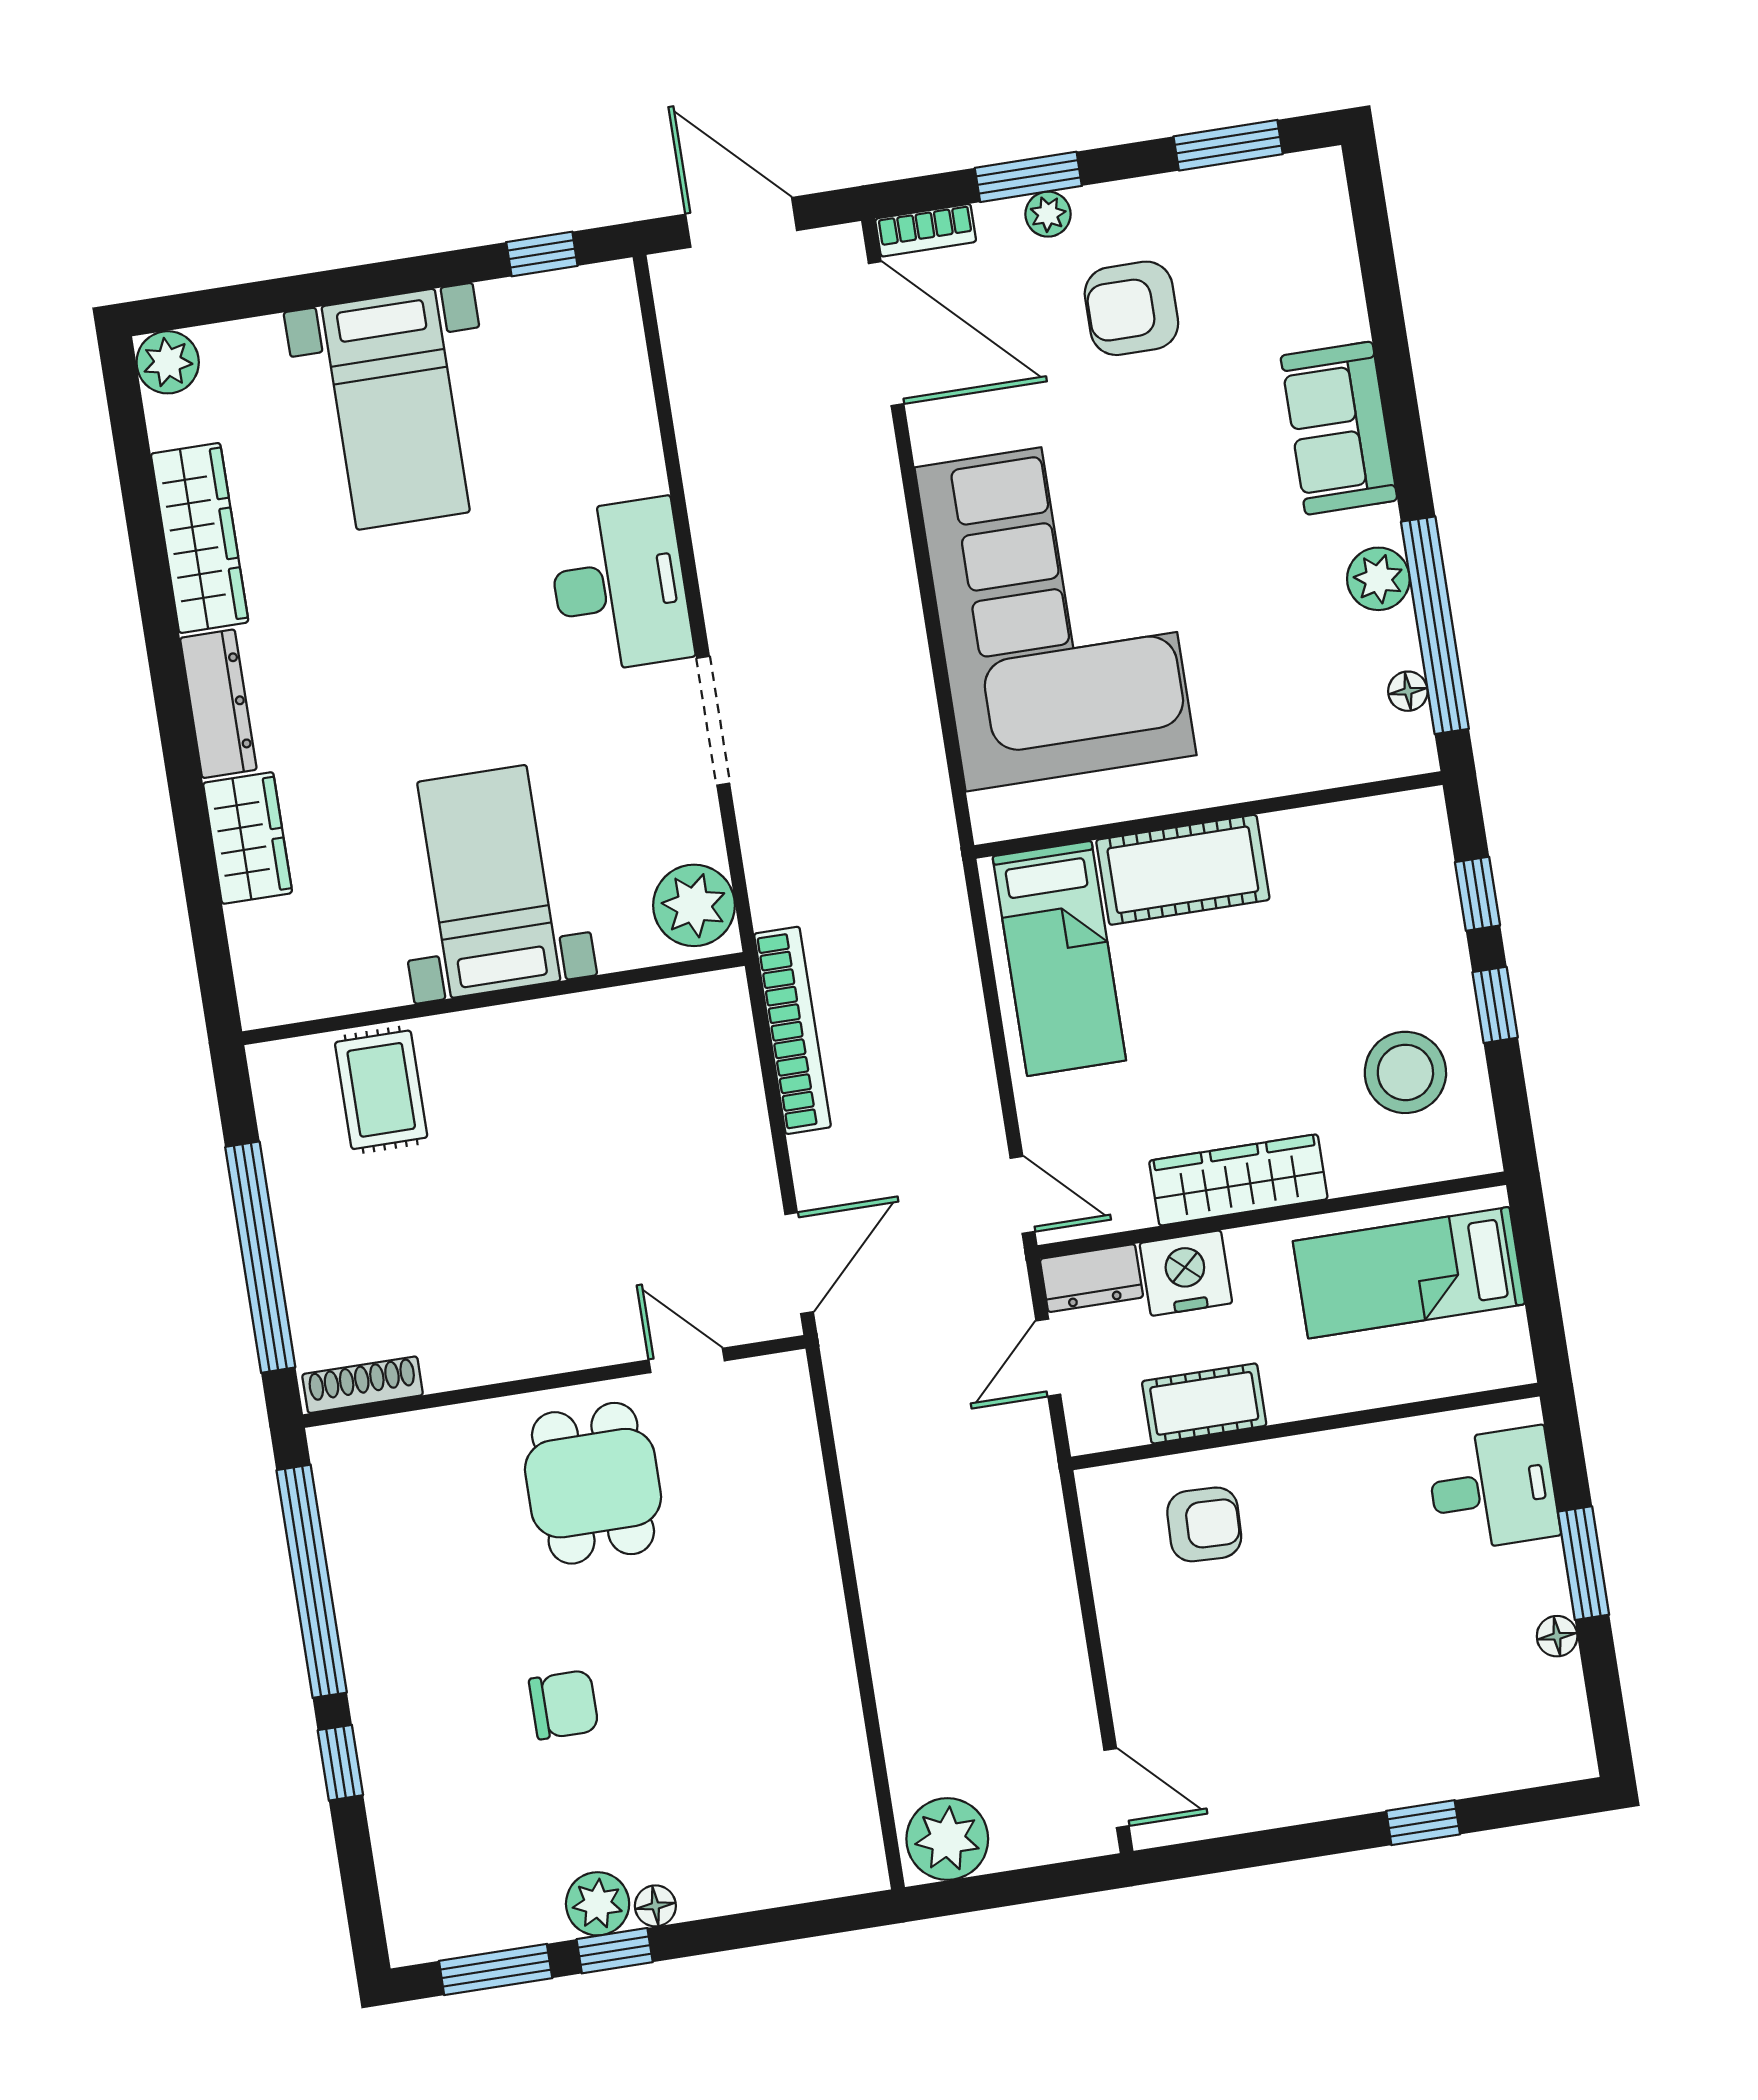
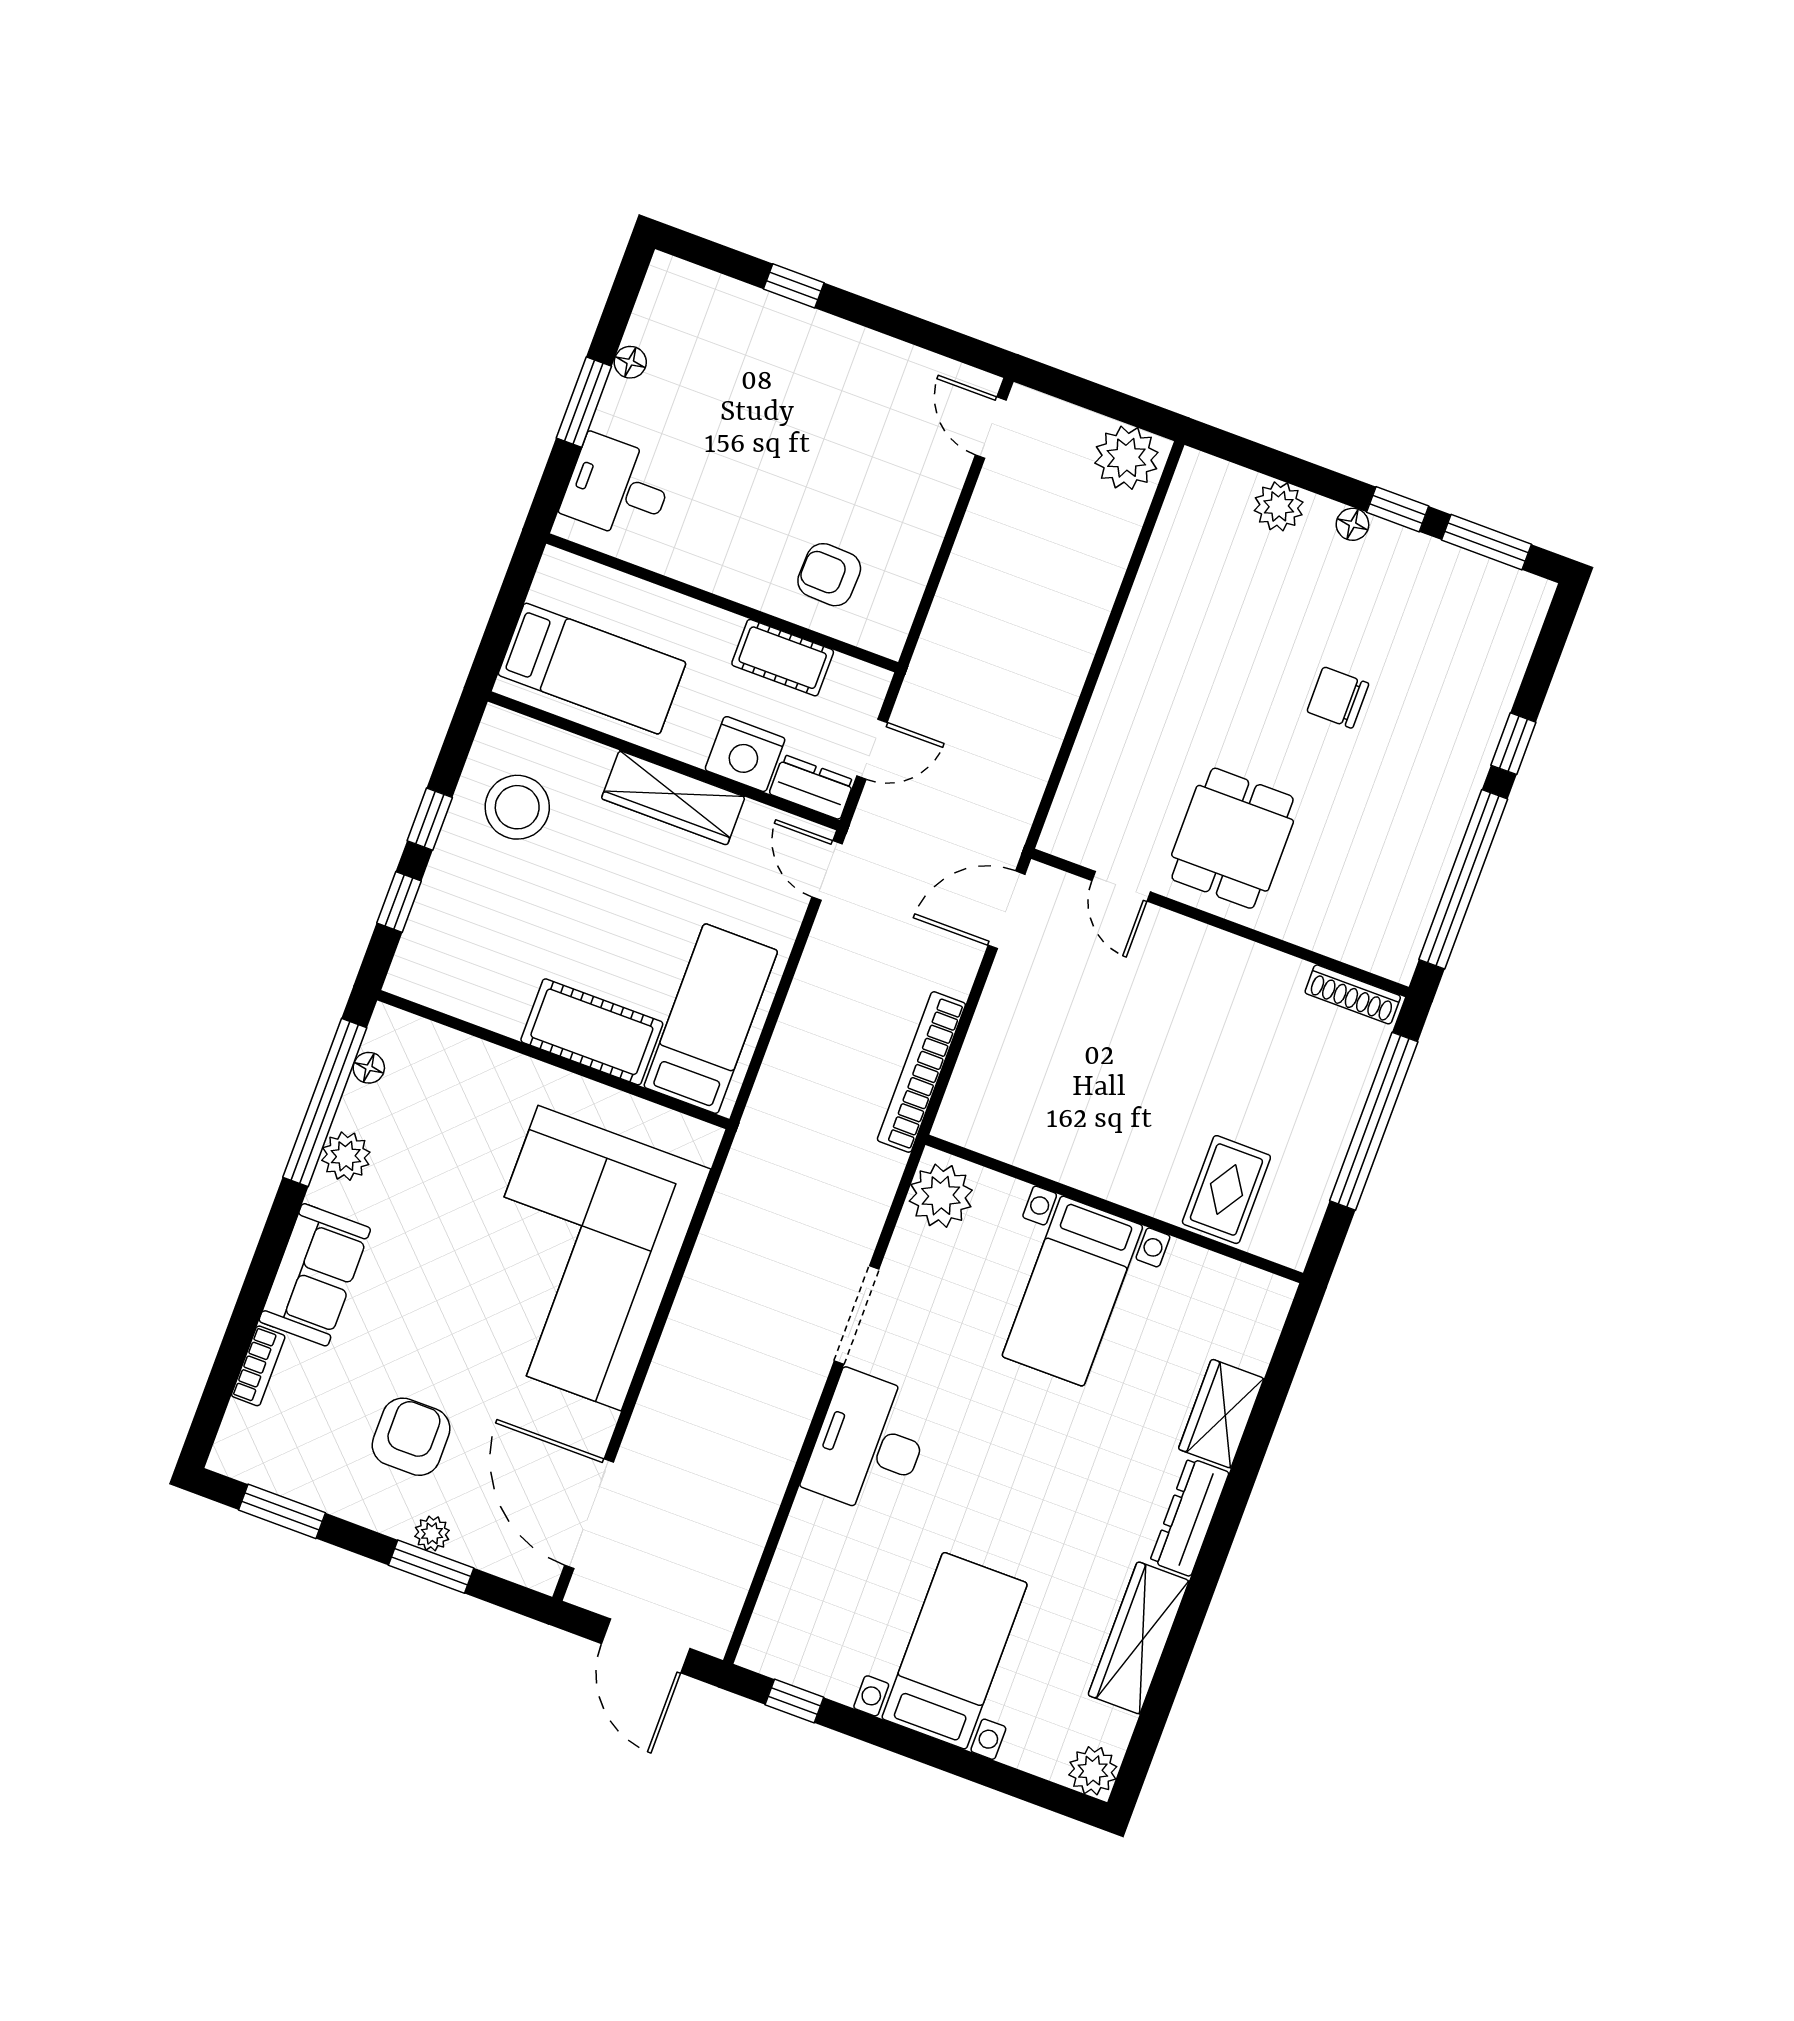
bookcase: (926, 230) -> (258, 1366), moved, turned 90
armchair: (1131, 308) -> (411, 1437), turned -90
plant: (598, 1904) -> (1279, 506), moved

